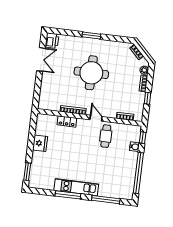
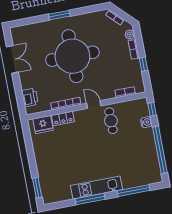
printer: (52, 41) -> (30, 97), moved
round table: (91, 73) -> (72, 56), width x1.36, depth x1.36
fridge: (40, 143) -> (43, 125), moved, turned 90

